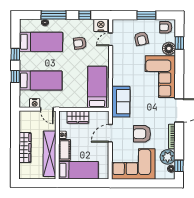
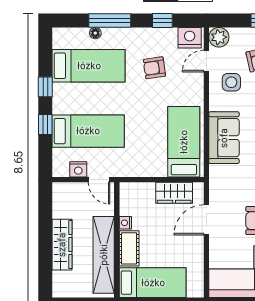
plant: (118, 25) -> (219, 37), added
side table: (125, 52) -> (231, 82), added
sofa: (121, 102) -> (224, 138), moved
wardrobe: (78, 117) -> (174, 193), moved

